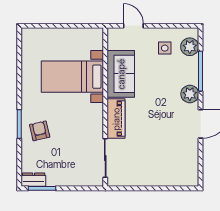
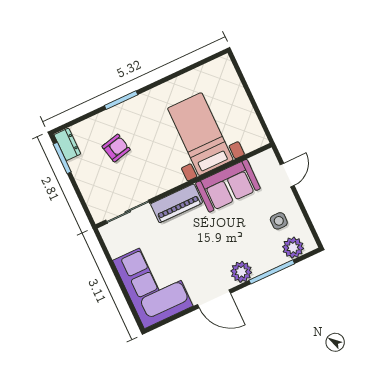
armchair: (40, 131) -> (116, 148), moved
corner sofa: (167, 164) -> (153, 283), added

